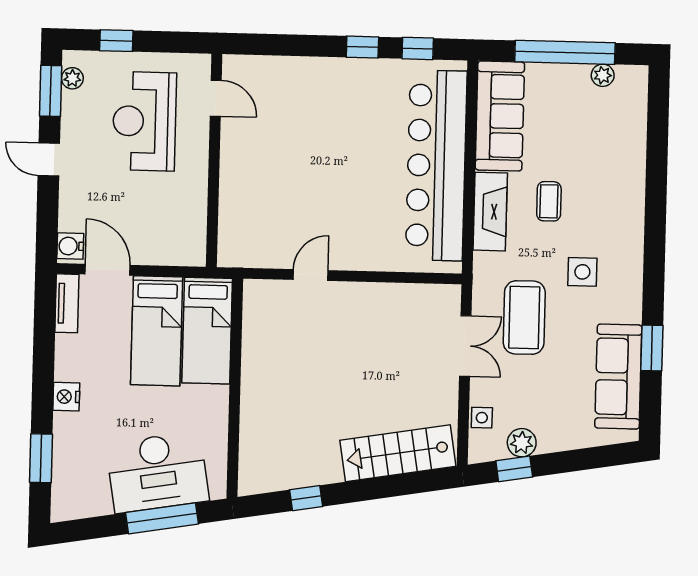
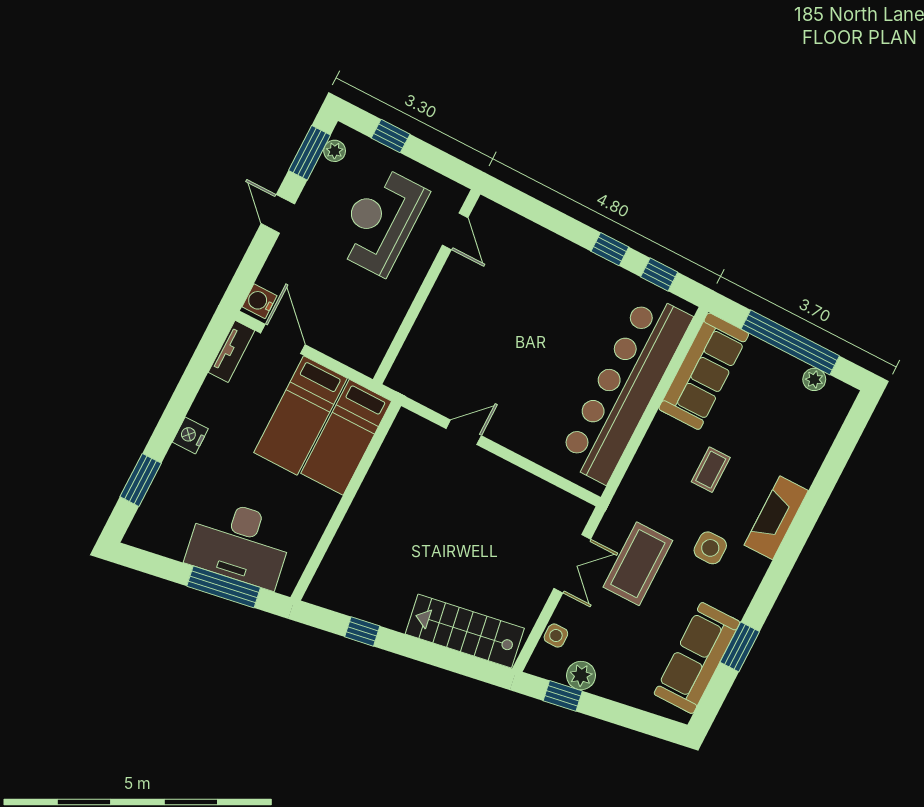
fireplace: (490, 212) -> (776, 518), moved, turned 180

